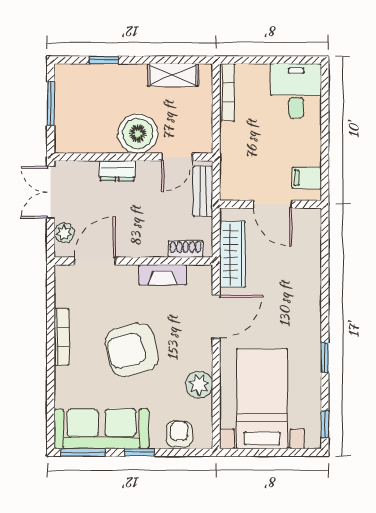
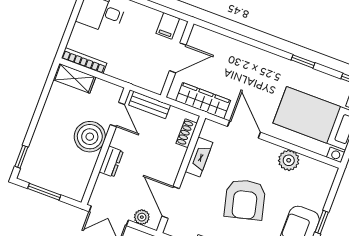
window: (104, 60) -> (21, 157), moved
shelving: (173, 75) -> (74, 78), moved, turned 90
armchair: (179, 434) -> (319, 188), removed

